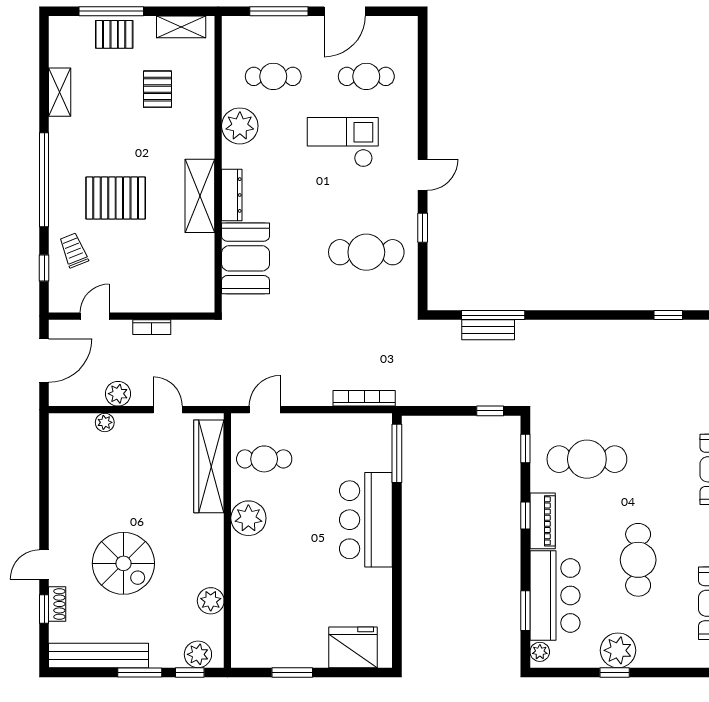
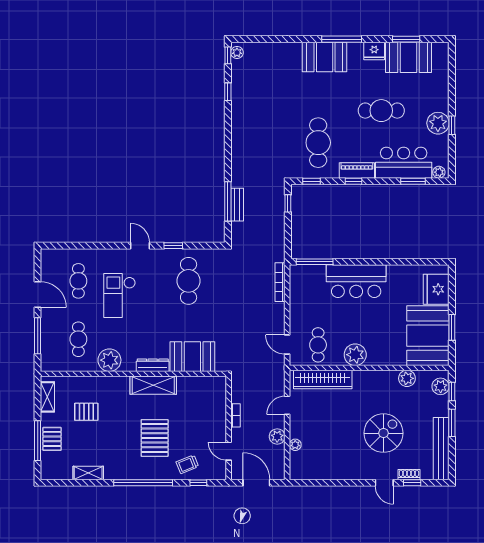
booth: (279, 634) -> (428, 336), added

